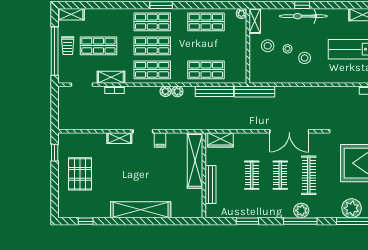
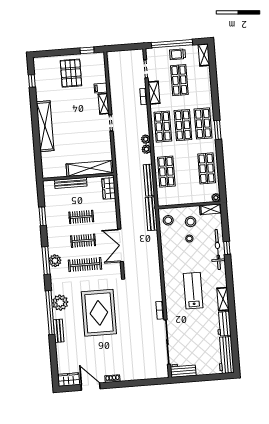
stool: (305, 58) -> (168, 220), moved
filing cabinet: (160, 140) -> (101, 88), moved
pallet: (80, 174) -> (71, 73), turned 90

